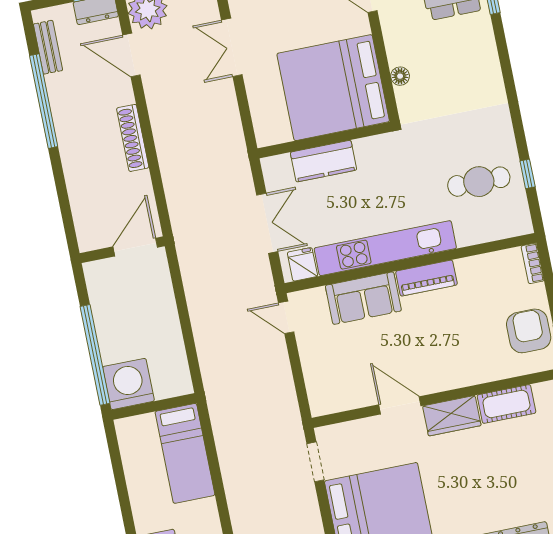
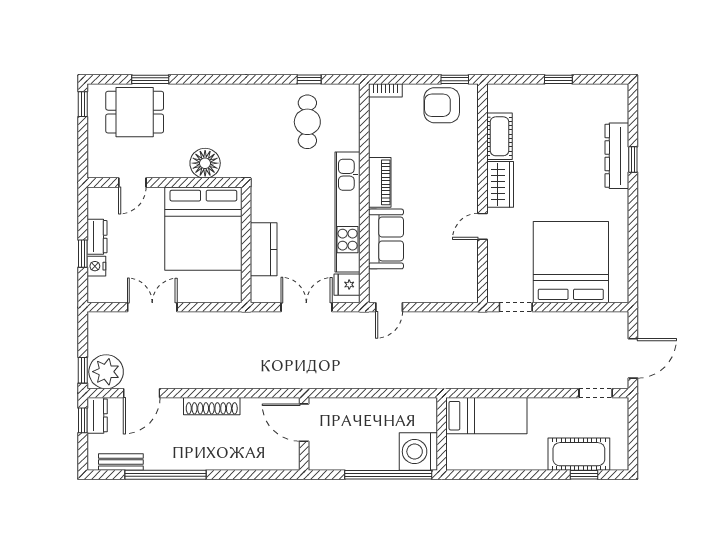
double door: (232, 47) -> (152, 307), swing flipped
floor lamp: (400, 76) -> (205, 163), width x1.89, depth x1.89
door: (400, 405) -> (482, 226), width x0.73

